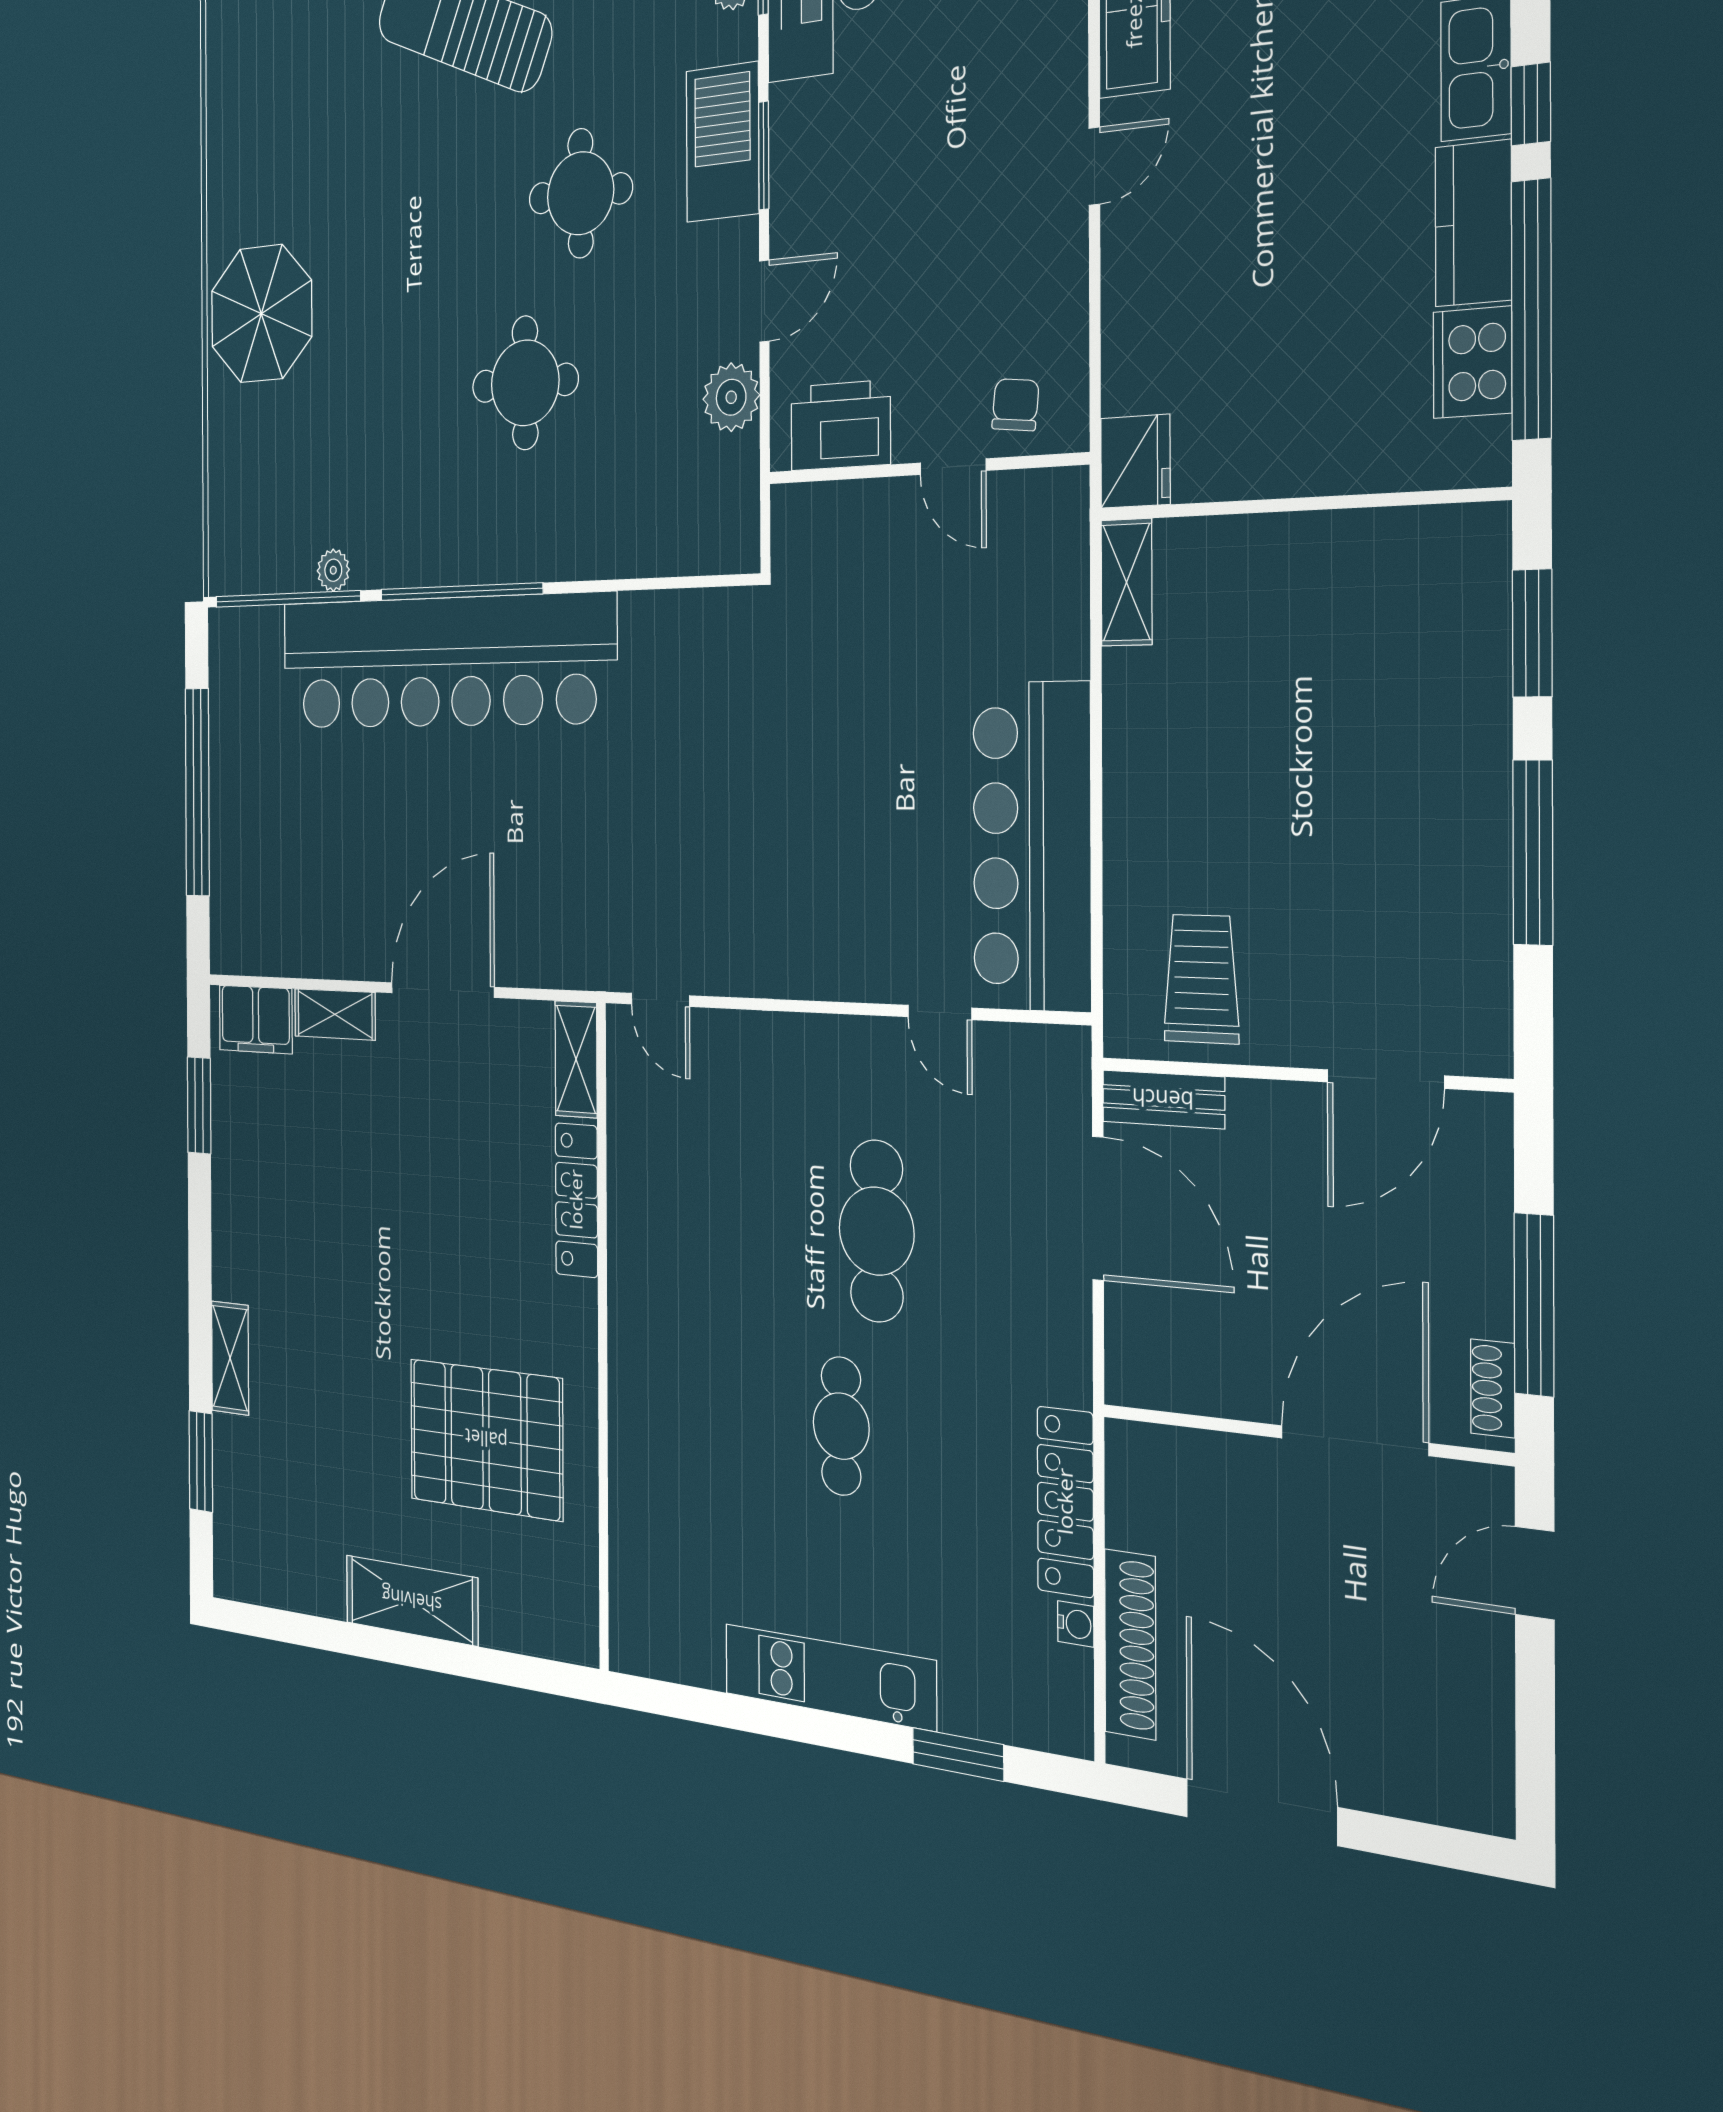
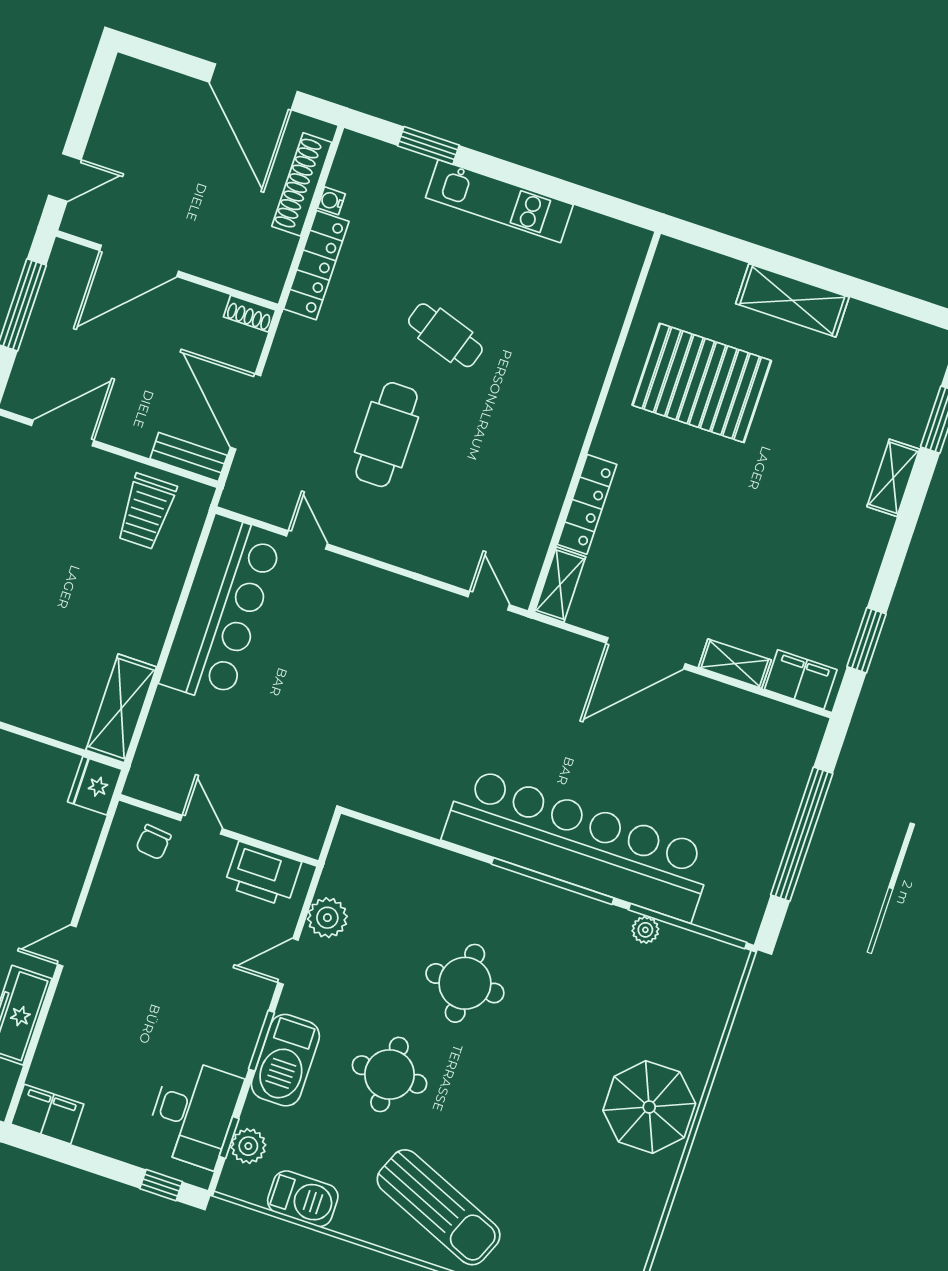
shelving: (1126, 582) -> (121, 708), width x1.50, depth x1.33
shoe rack: (1493, 1388) -> (250, 314), moved, turned 90
cafe table: (841, 1426) -> (445, 335), turned -72

